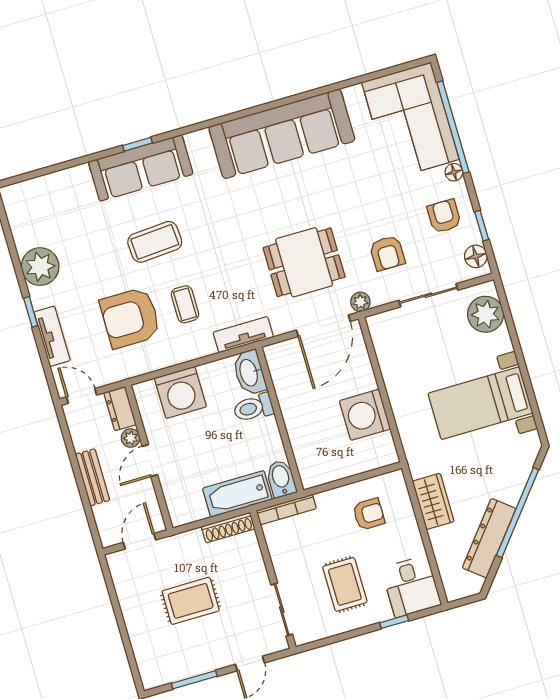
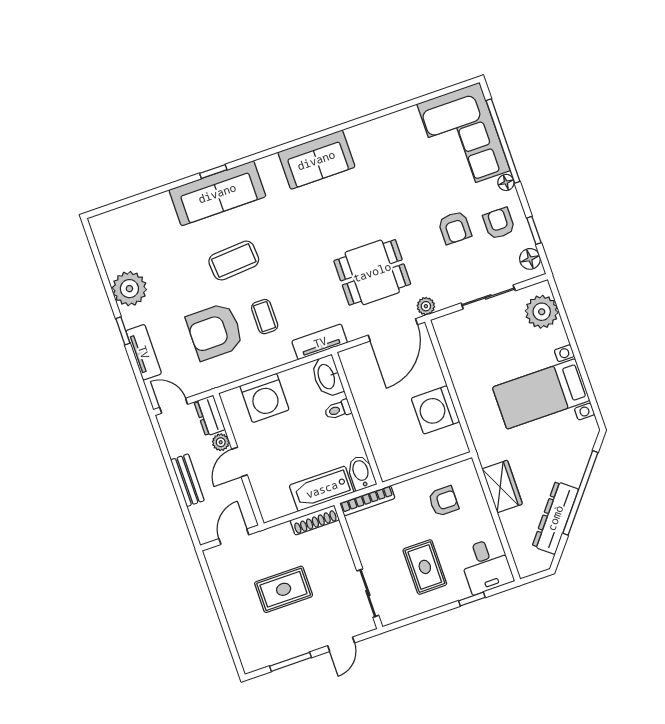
sofa: (282, 134) -> (316, 160), width x0.54, depth x0.79
armchair: (387, 253) -> (455, 228), moved
toilet: (253, 408) -> (338, 410), width x0.73, depth x0.72

